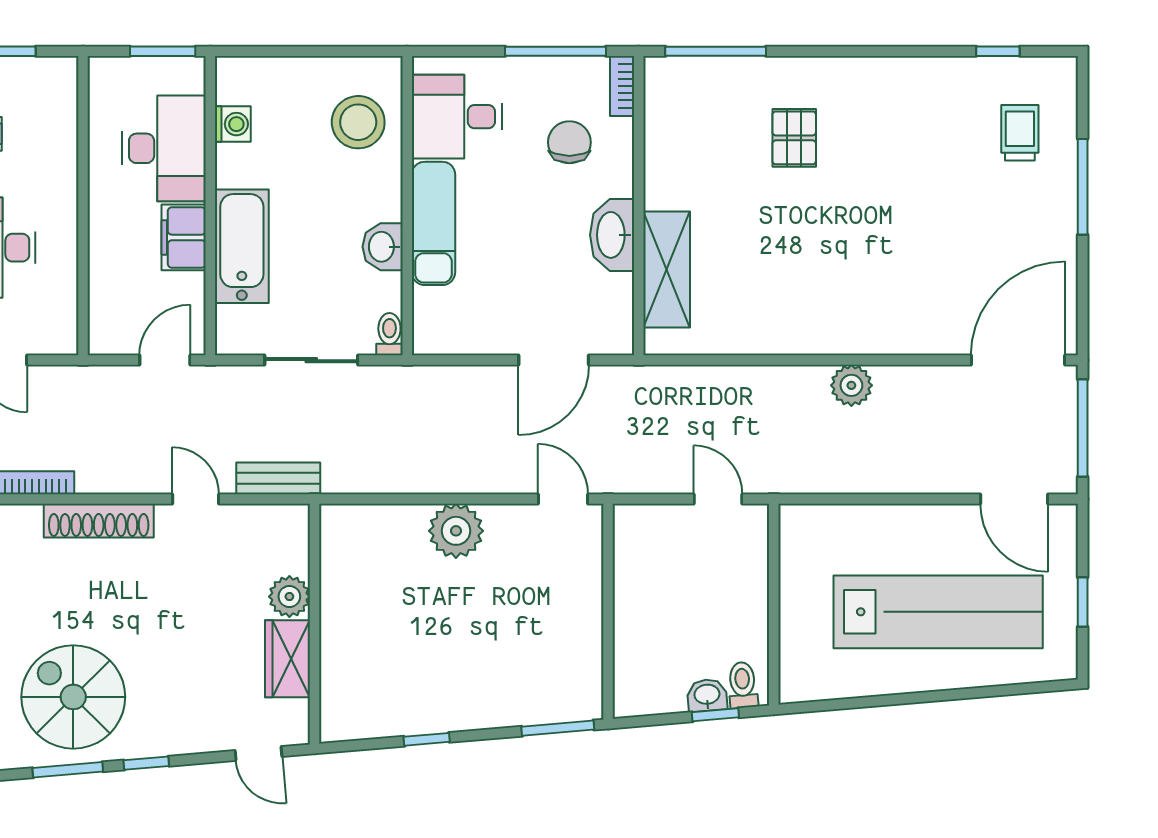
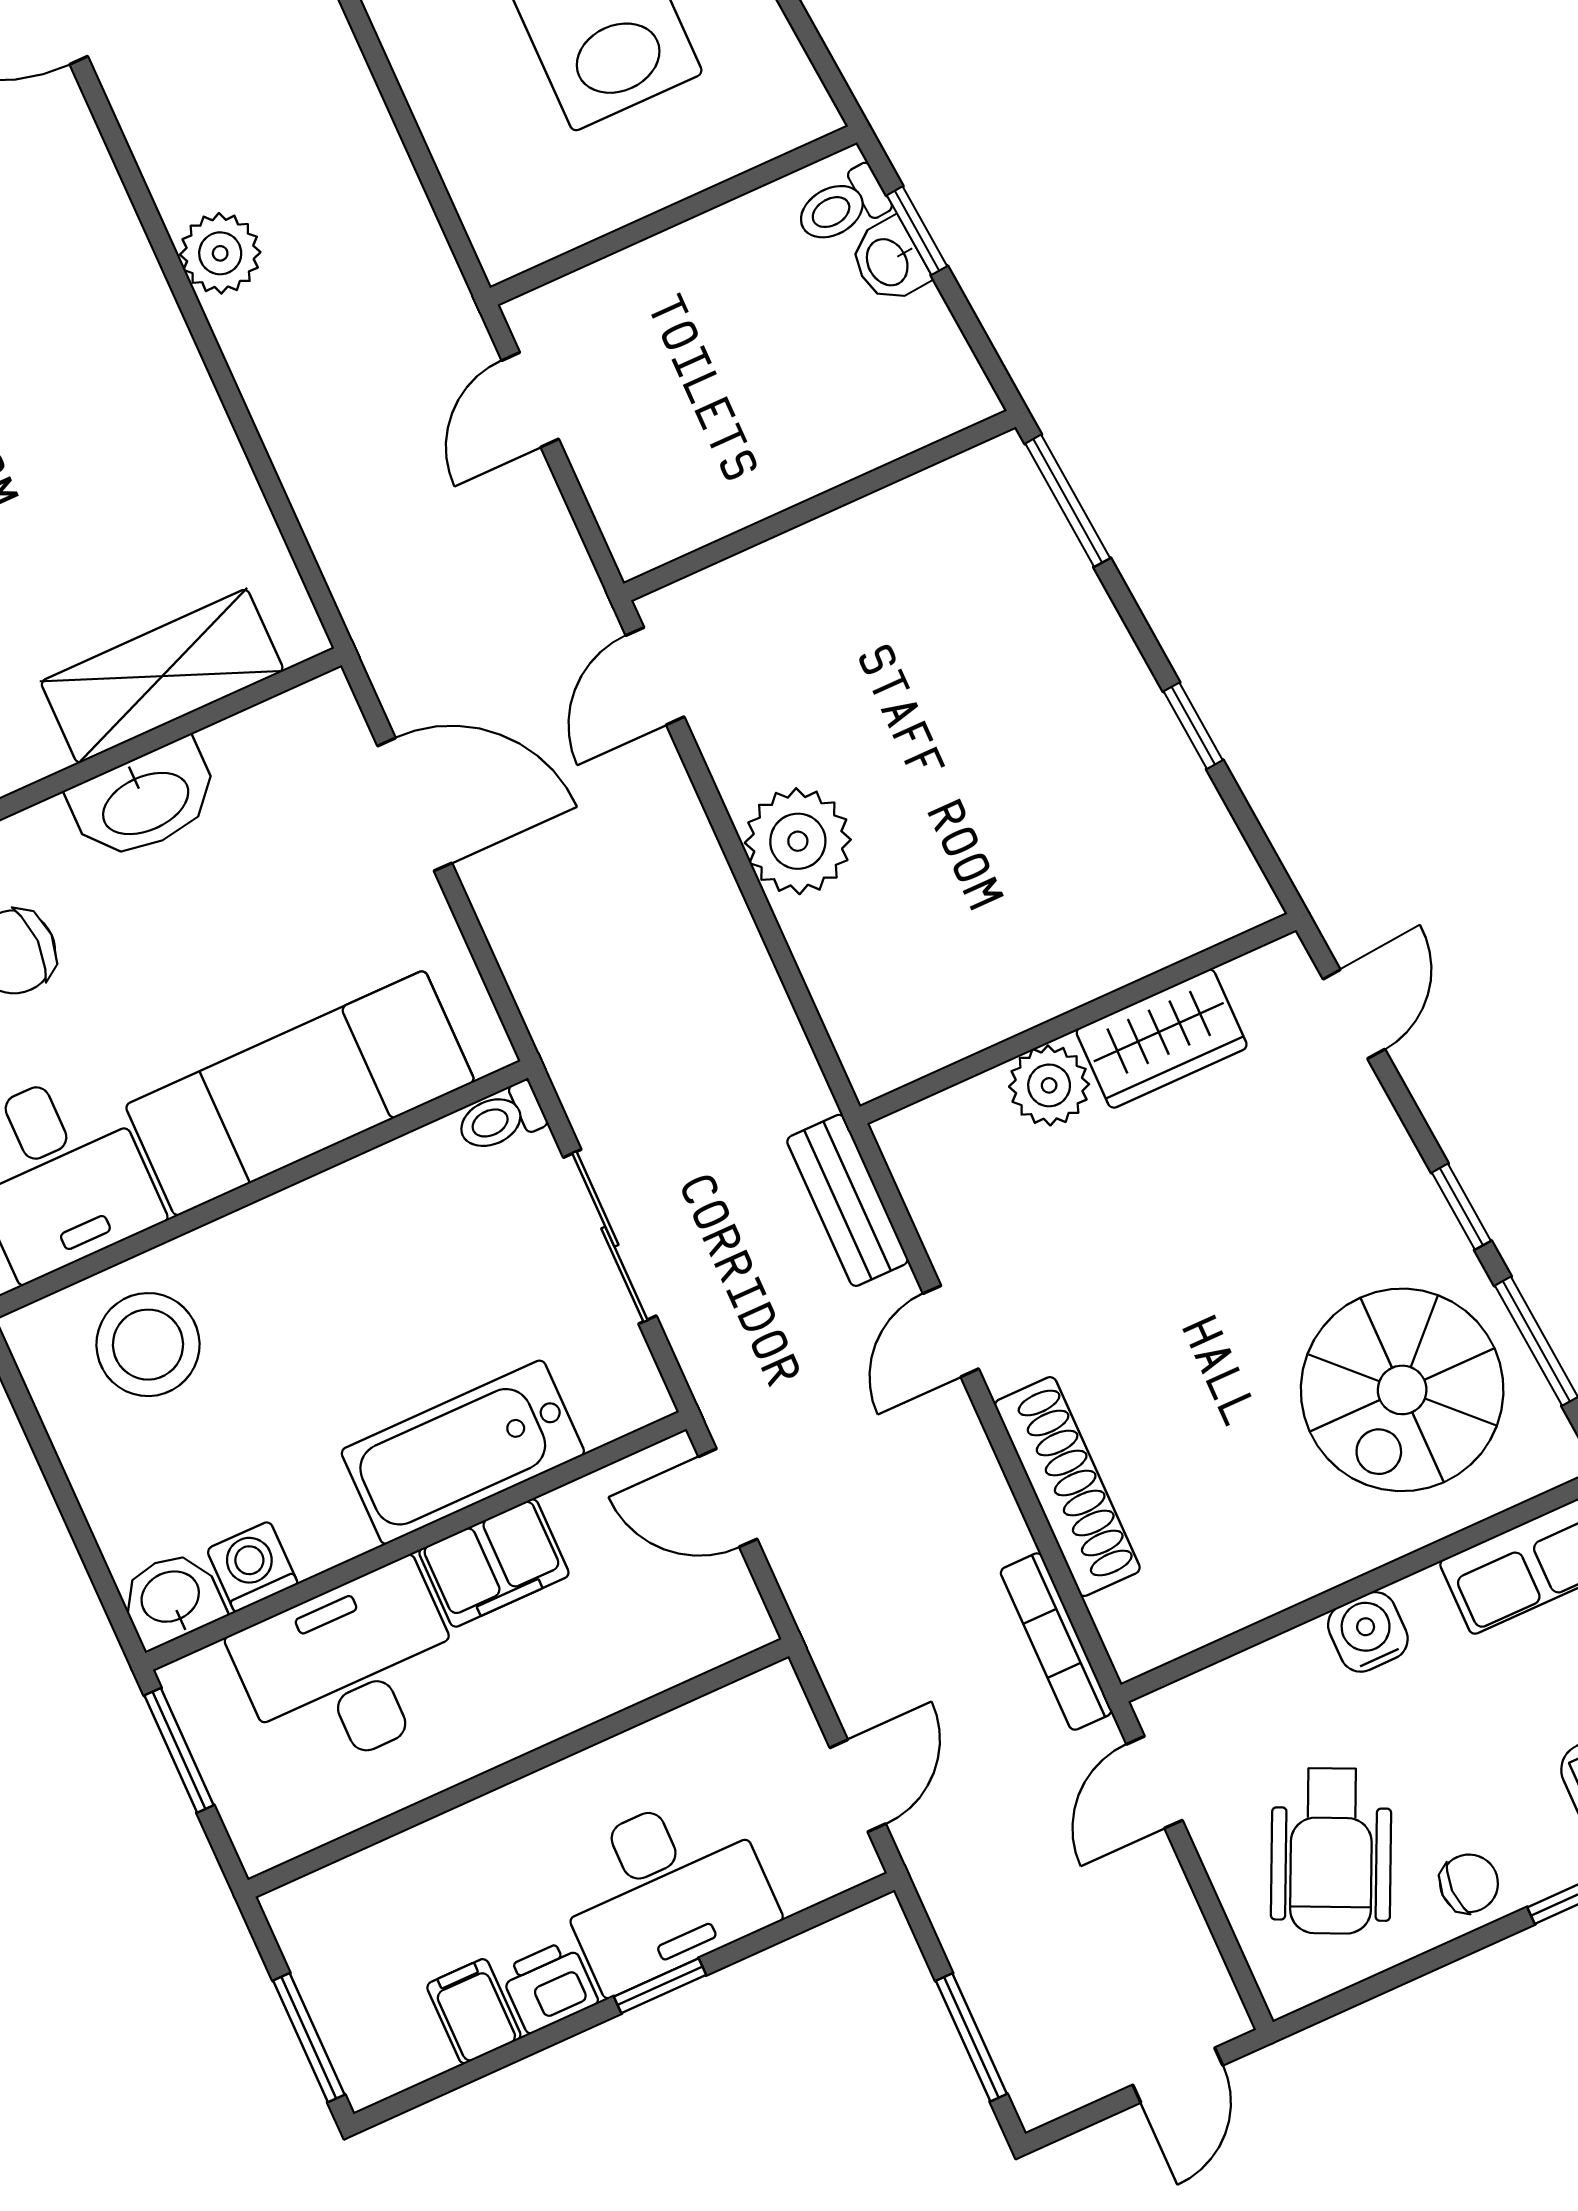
exam couch: (433, 223) -> (300, 1093), width x1.36, depth x1.45
washbasin: (383, 247) -> (171, 1599), moved, turned 180

